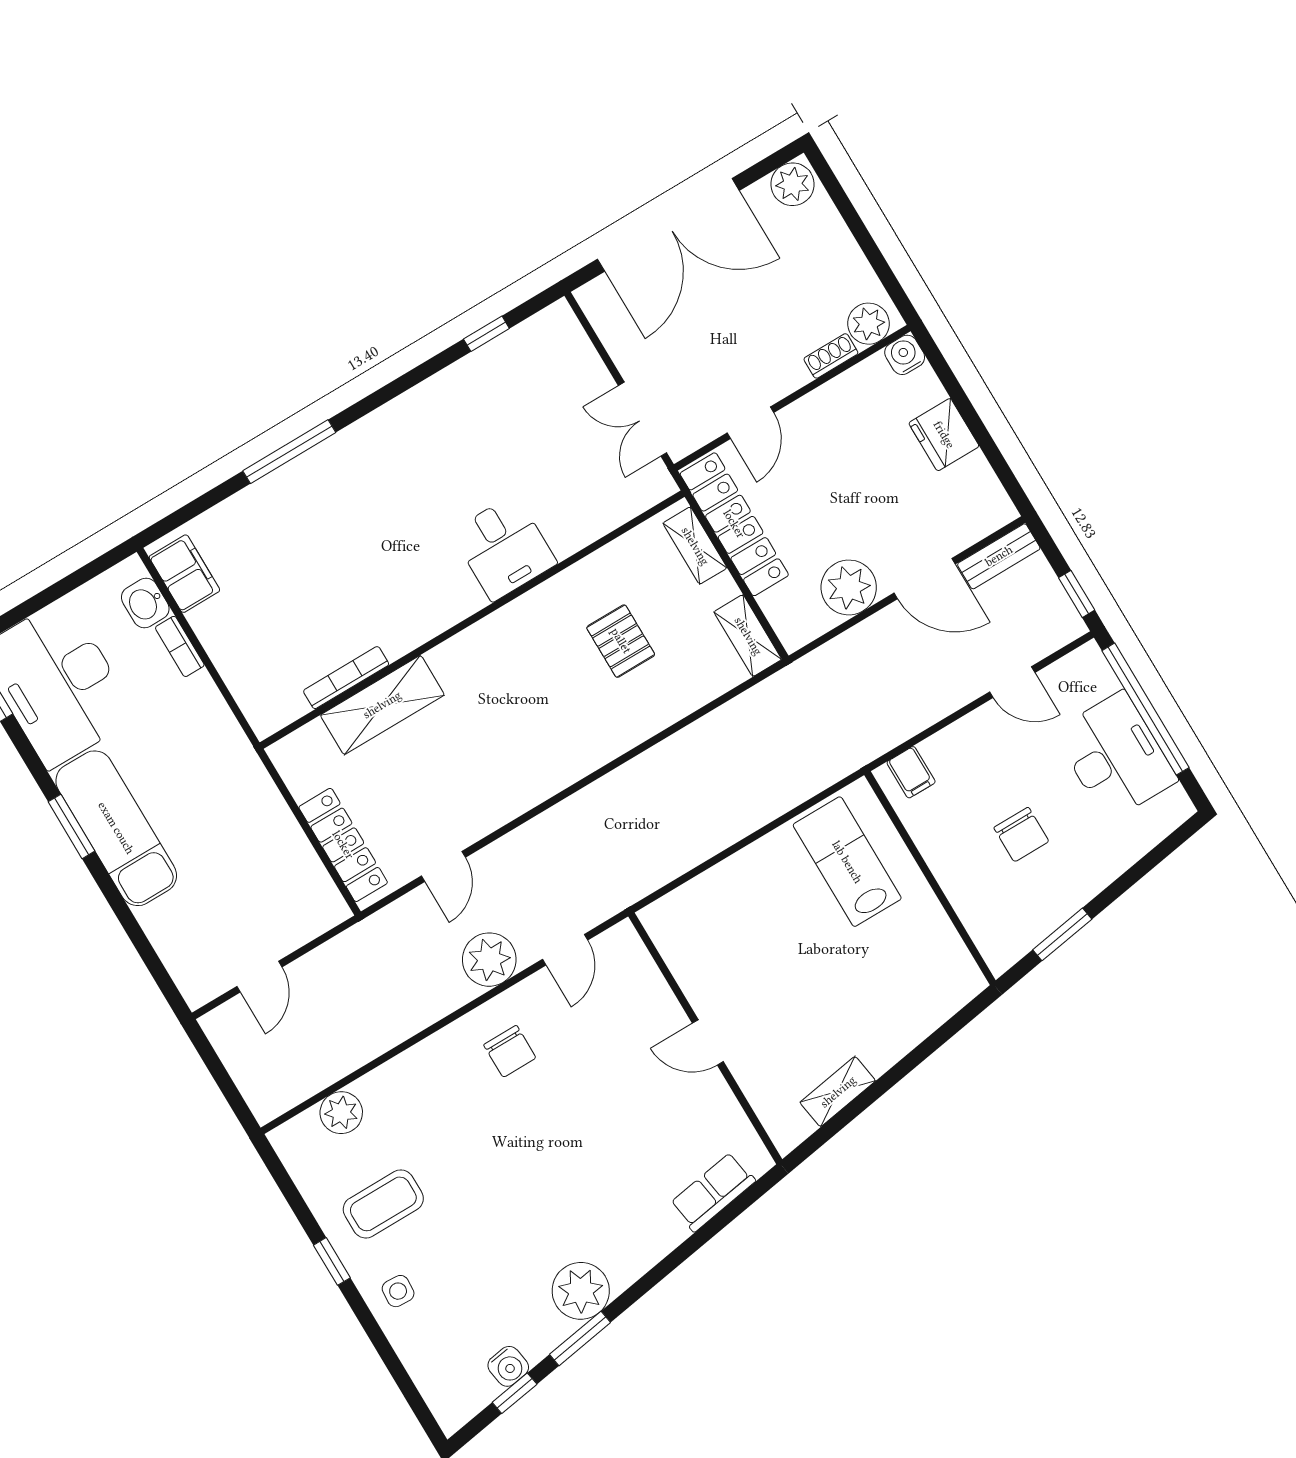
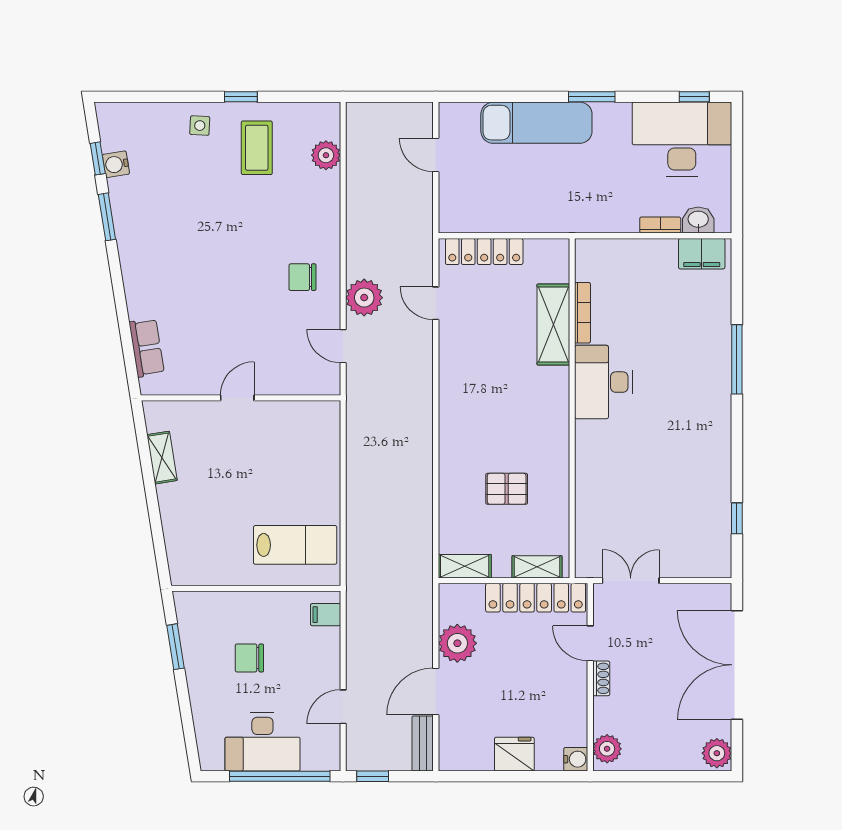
shoe rack: (831, 356) -> (601, 678), moved
desk: (504, 548) -> (604, 382), moved, width x1.37
exam couch: (116, 828) -> (536, 123), moved
plant: (581, 1291) -> (135, 234), removed

